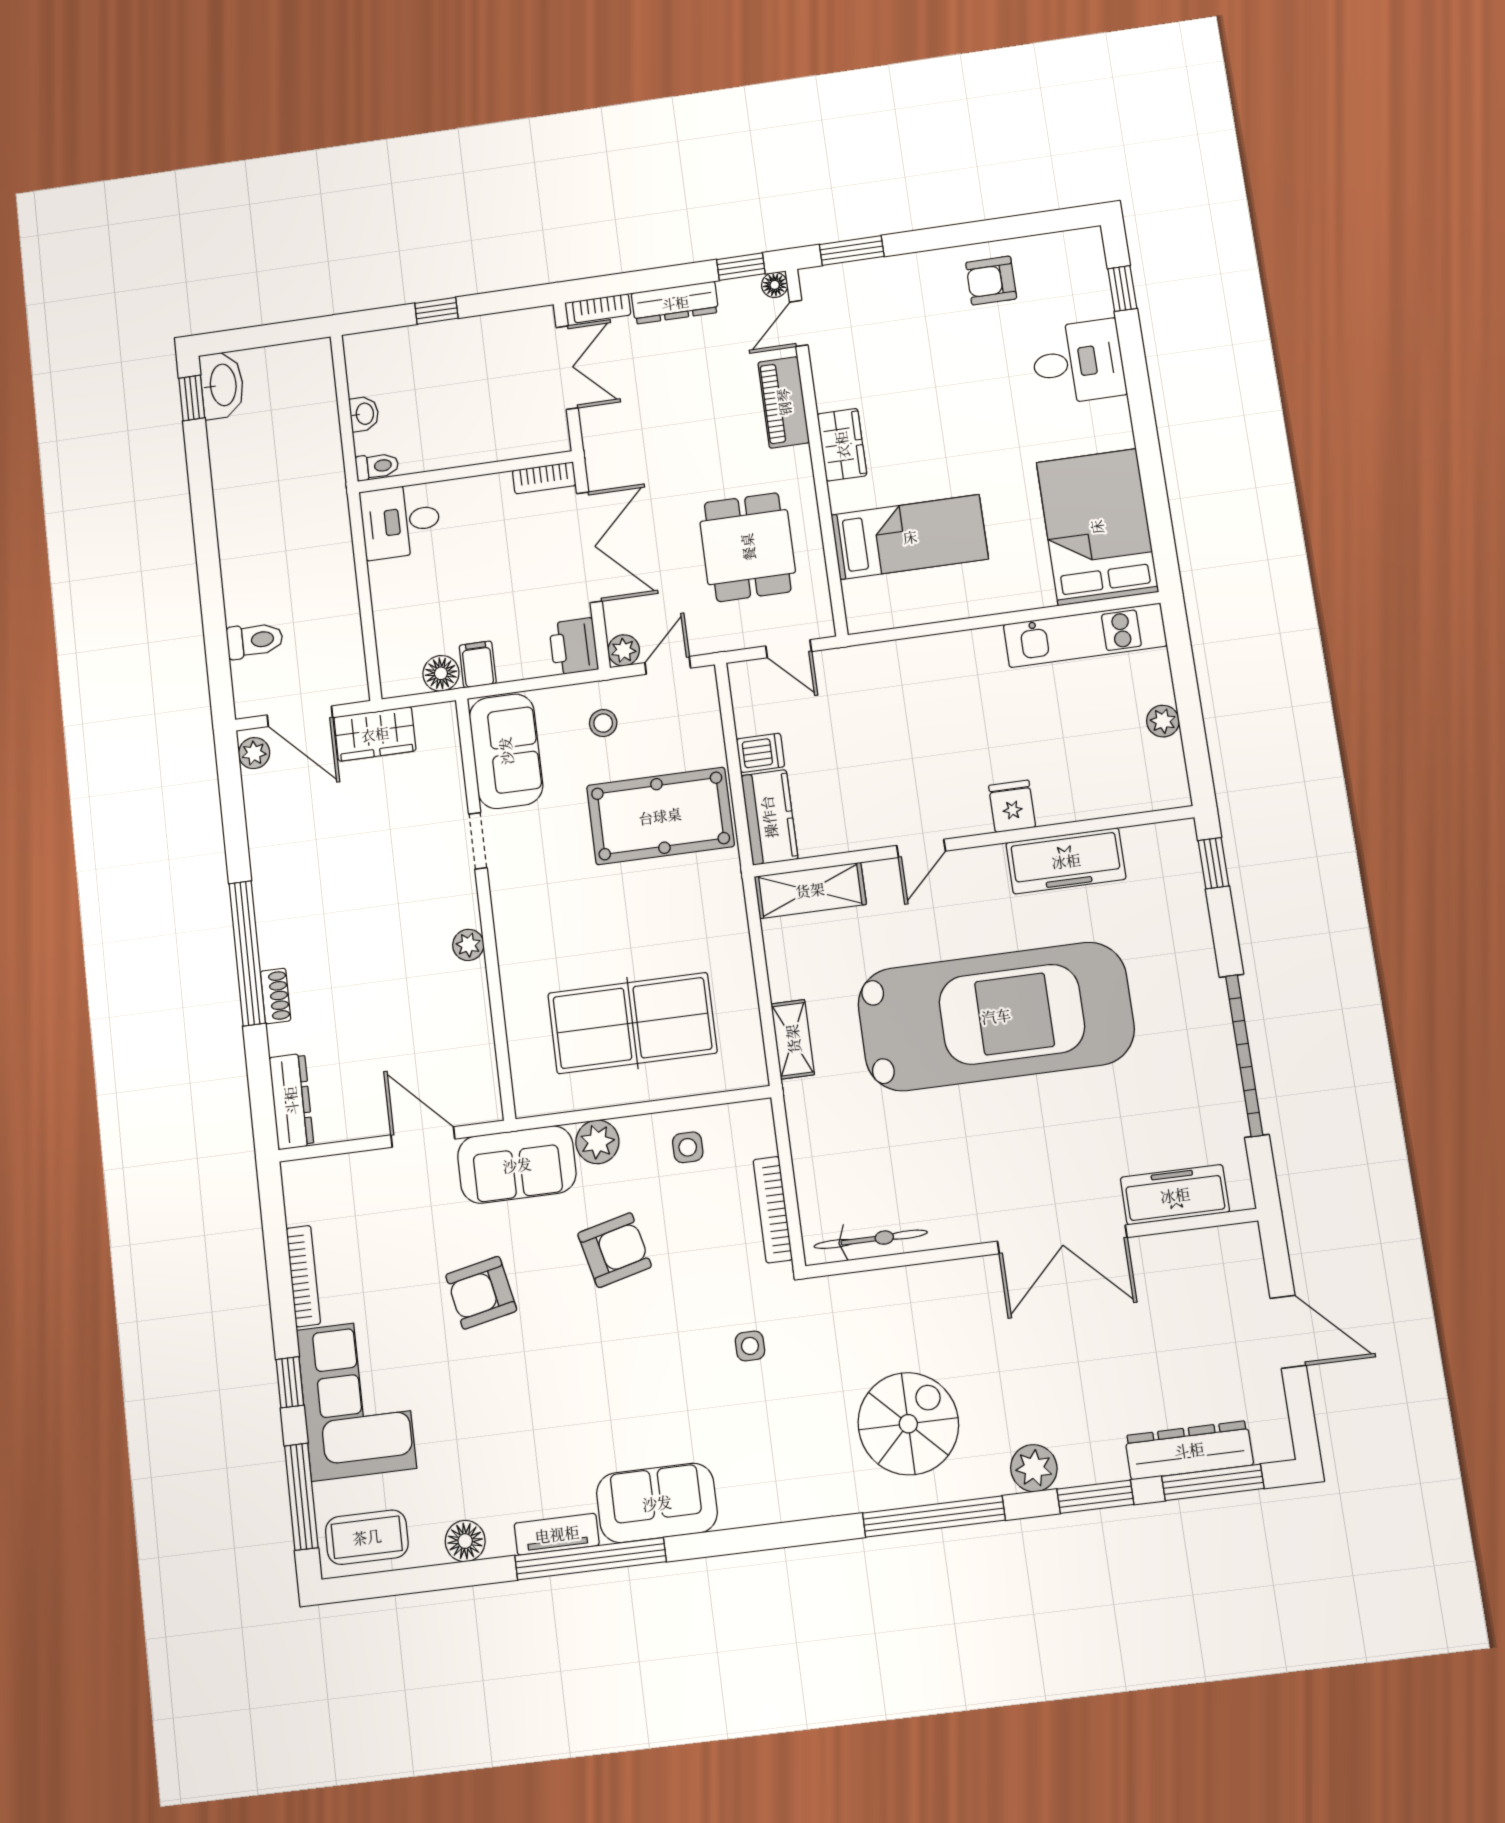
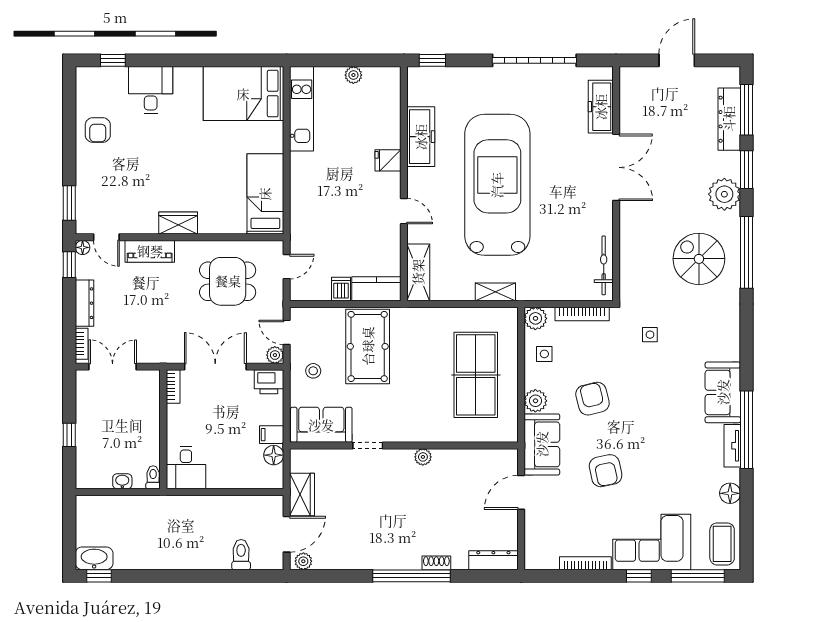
bed: (910, 537) -> (265, 194), moved
plant: (753, 1122) -> (535, 318), added
plant: (1034, 1468) -> (724, 194), width x1.36, depth x1.36

